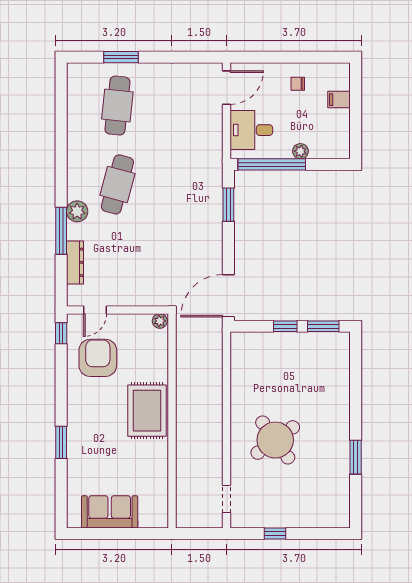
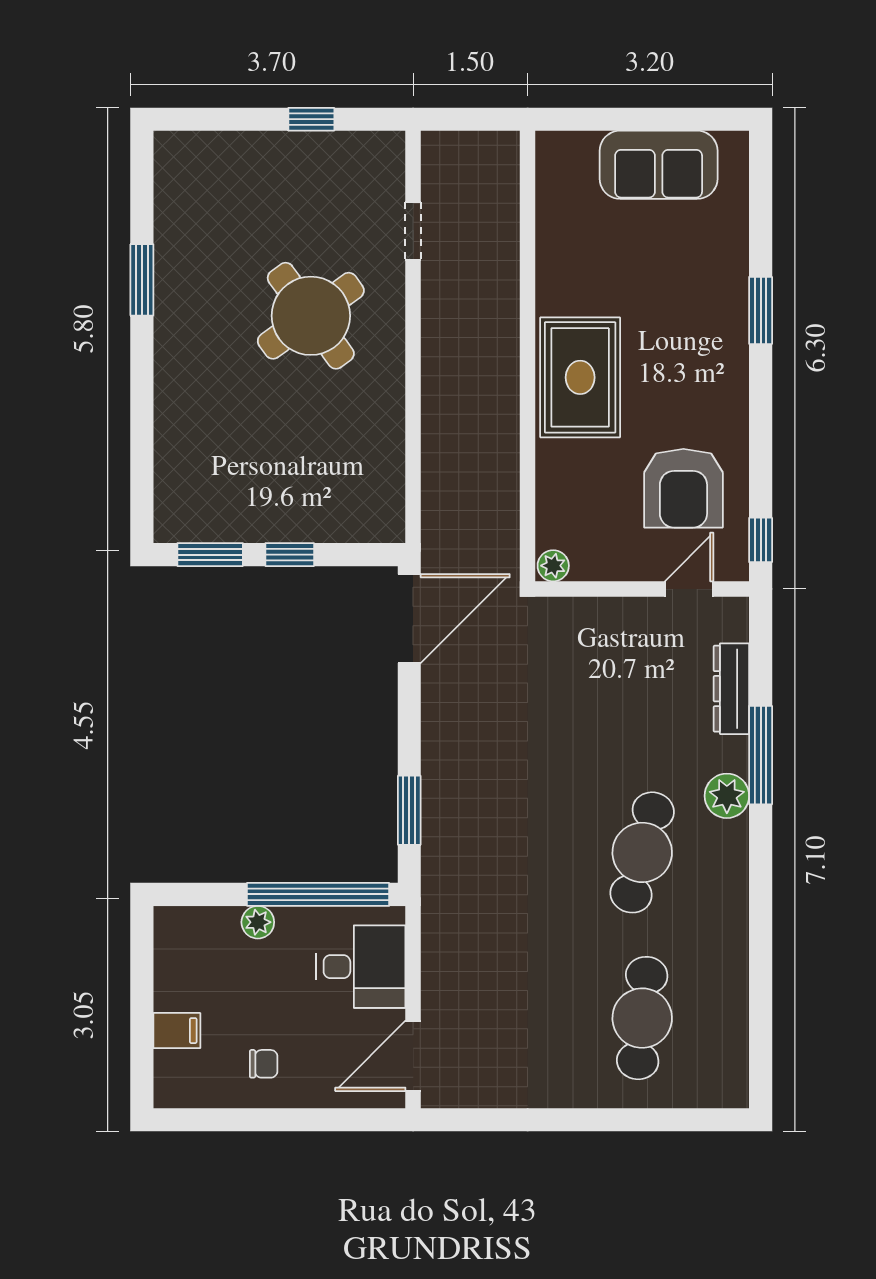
window: (121, 57) -> (635, 1120), removed
doorway: (227, 499) -> (413, 231), moved

